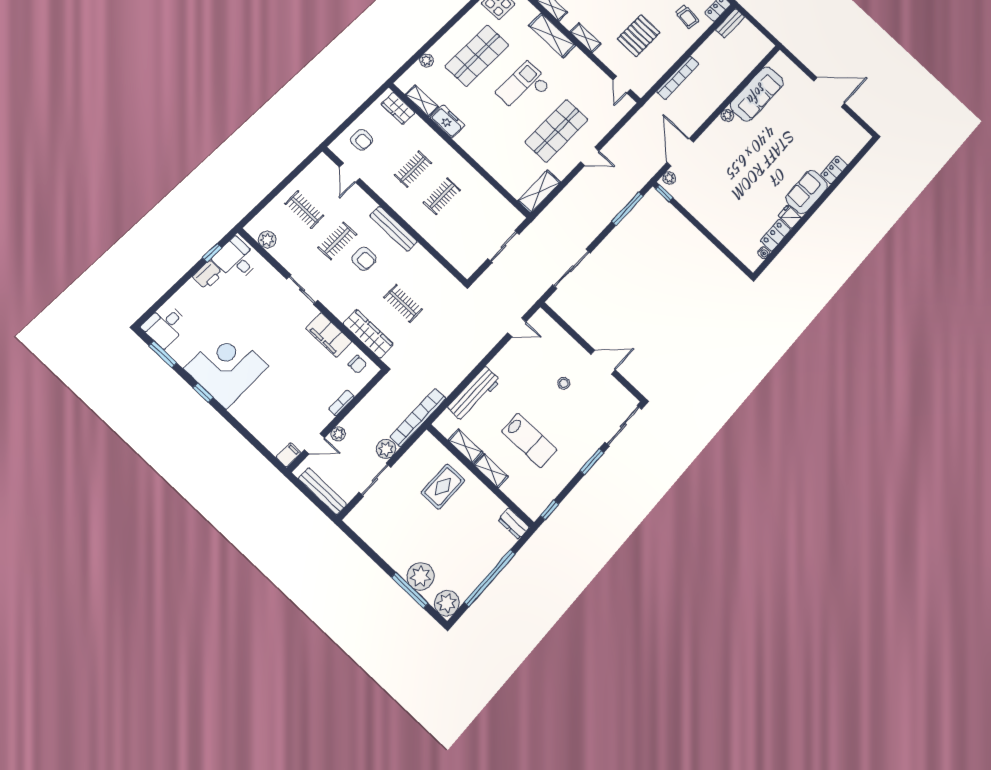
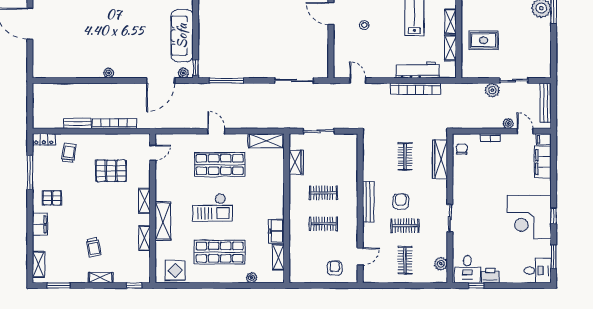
bench: (730, 23) -> (78, 123), moved
sofa: (757, 94) -> (182, 36), moved, turned -90
wardrobe: (398, 108) -> (296, 162), moved
filing cabinet: (329, 335) -> (543, 162), moved, turned 180
bookcase: (418, 417) -> (415, 89), moved

